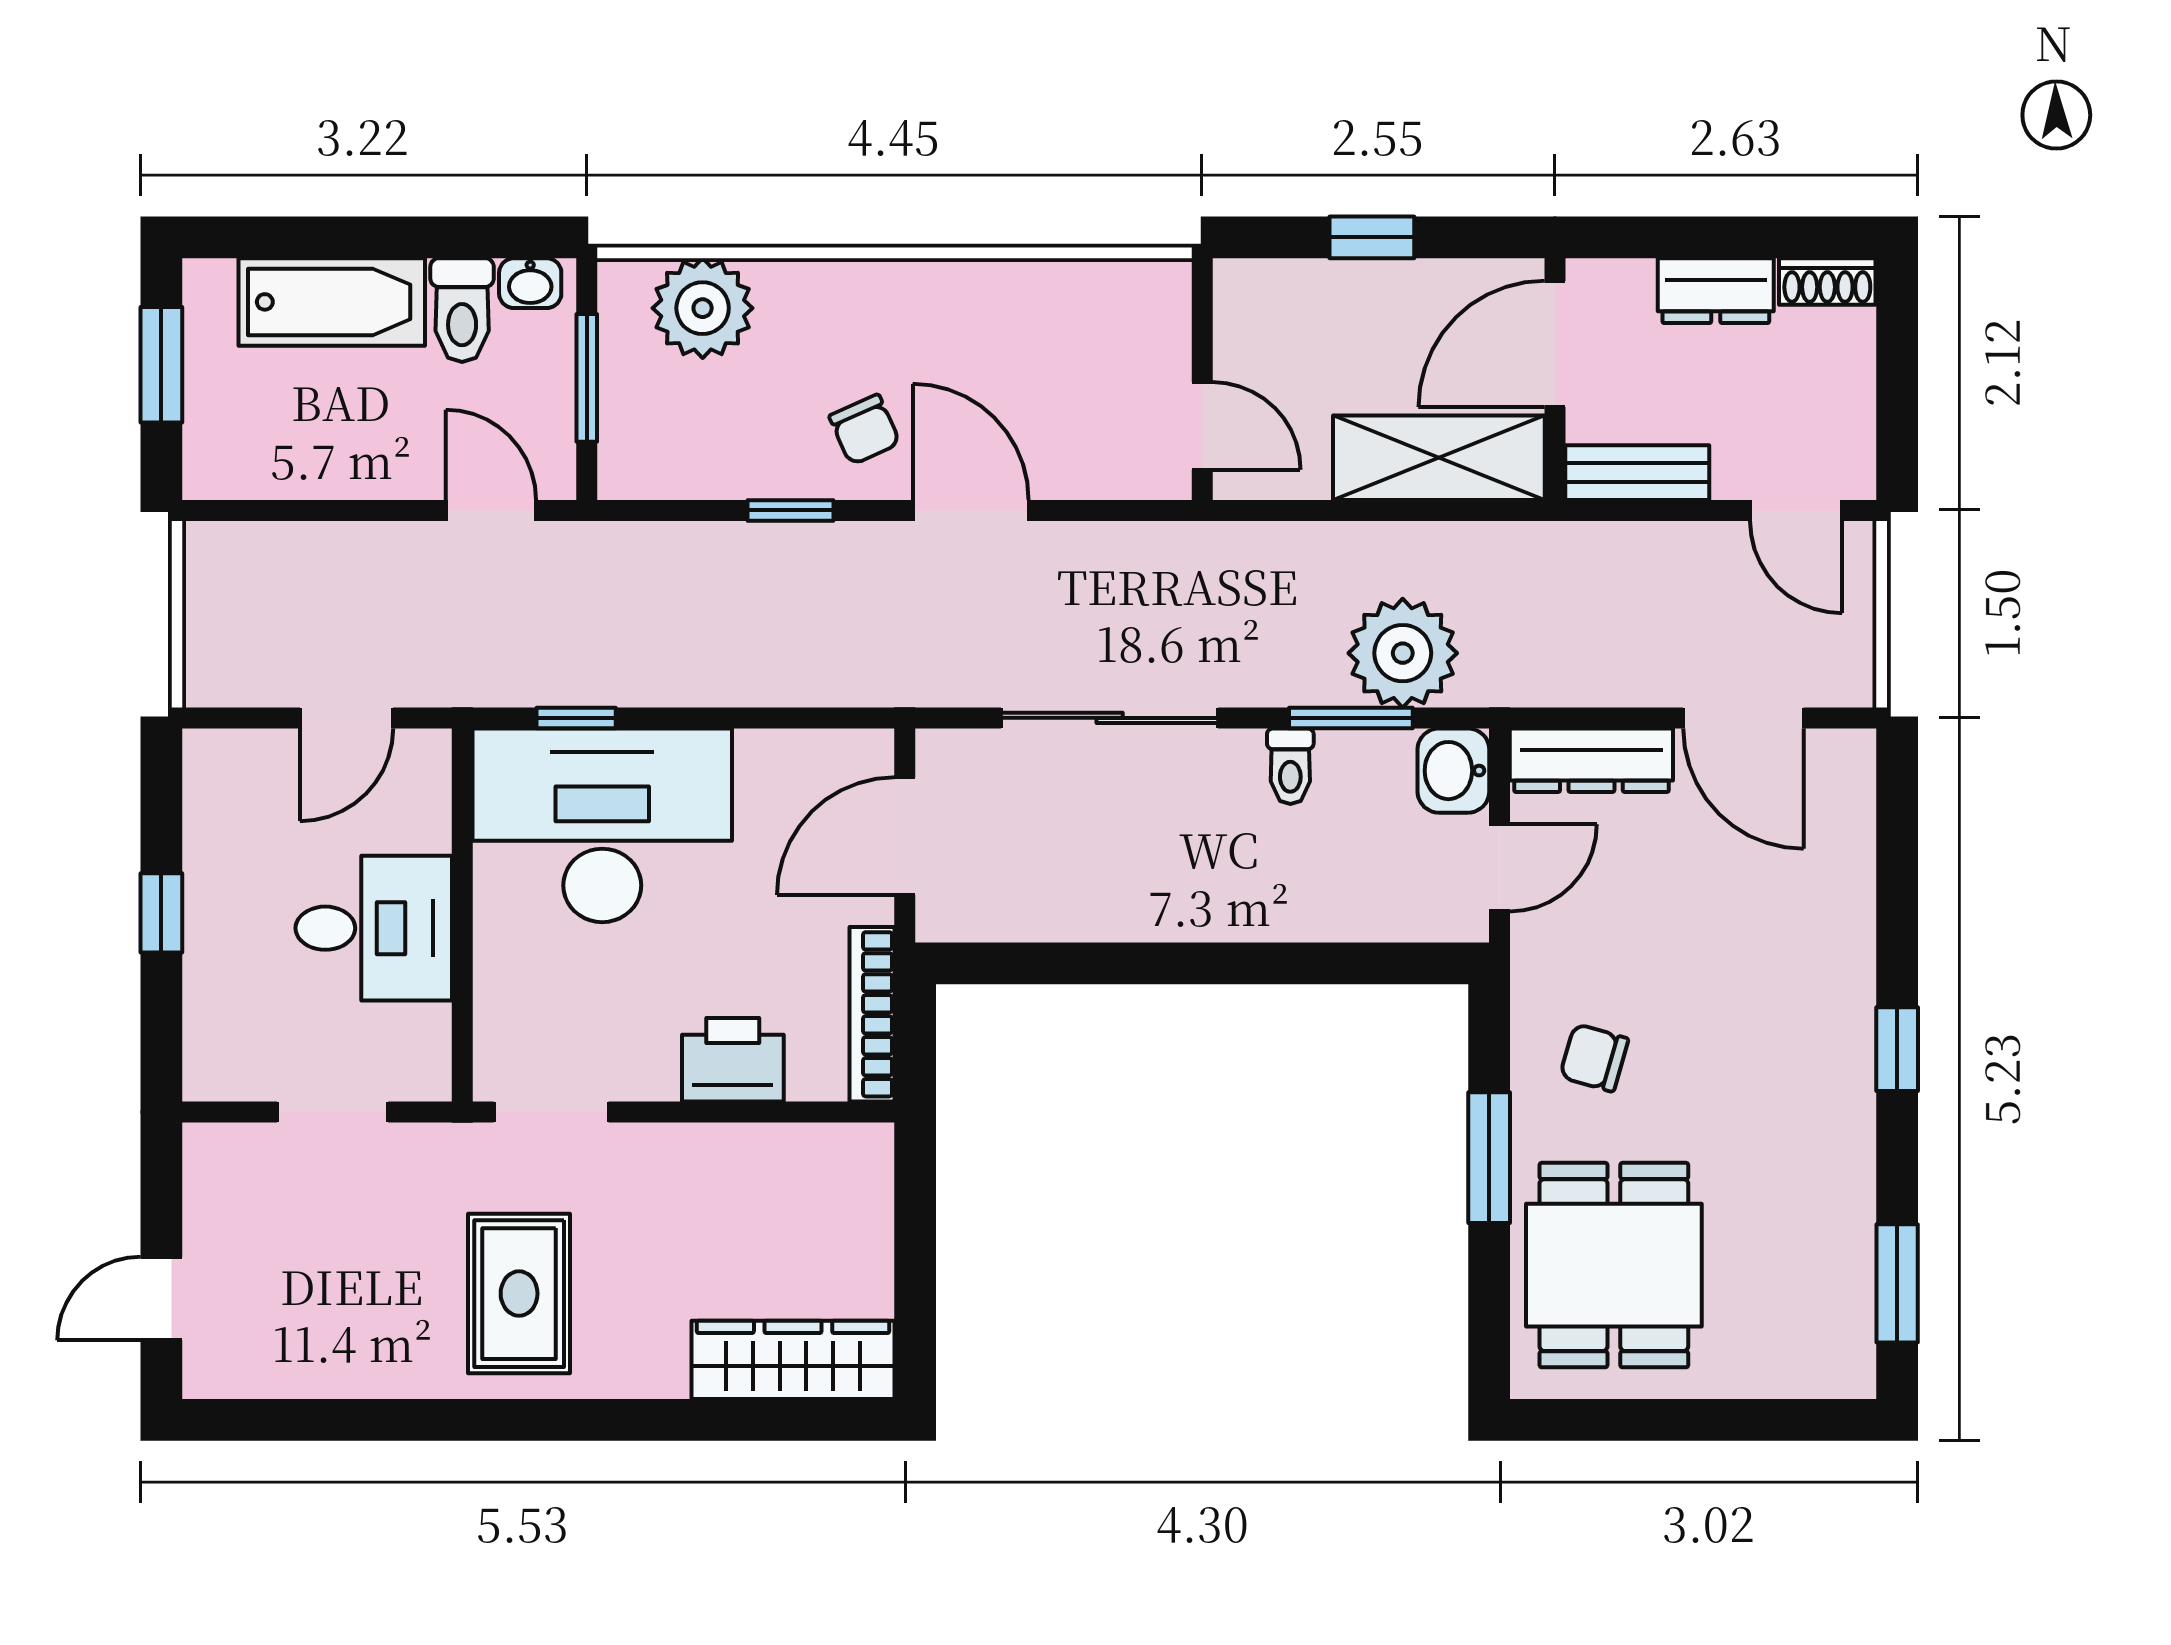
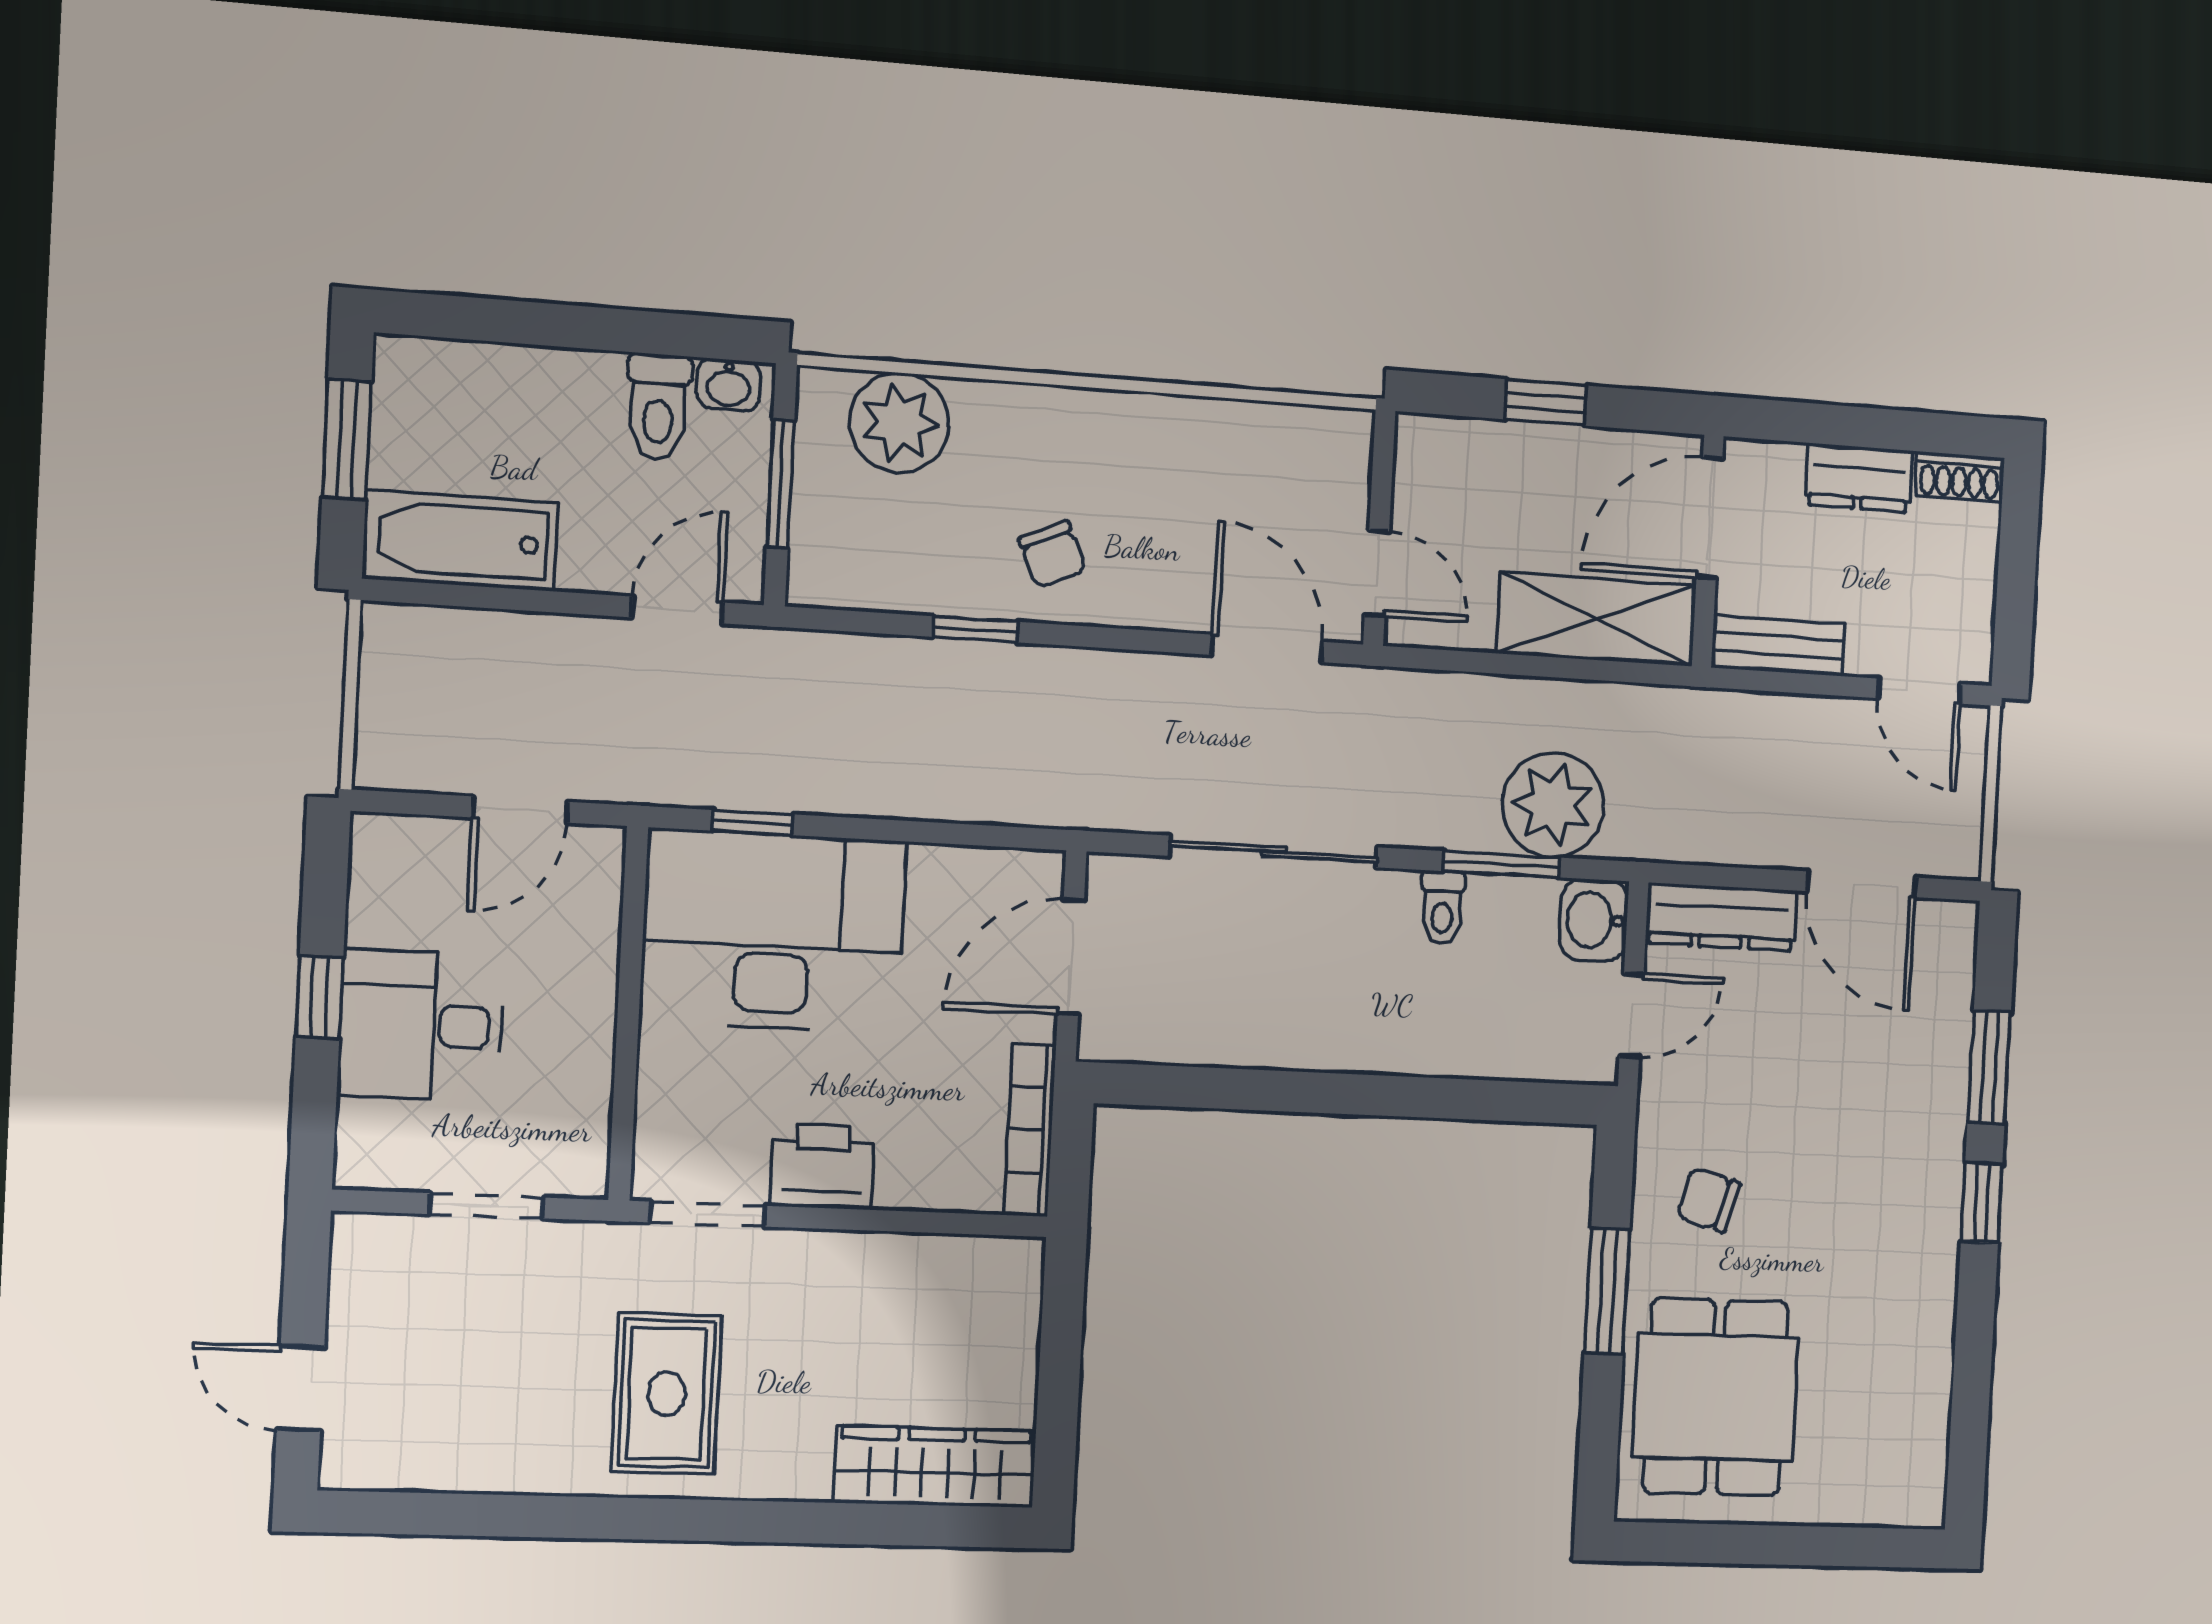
bathtub: (332, 302) -> (460, 541), moved, turned 180
door: (491, 510) -> (677, 610), hinge flipped
door: (971, 510) -> (1267, 648), moved
desk: (374, 928) -> (421, 1025), moved, turned 180
printer: (733, 1060) -> (823, 1167), moved
window: (1897, 1283) -> (1989, 1067), moved
door: (161, 1299) -> (300, 1388), hinge flipped

